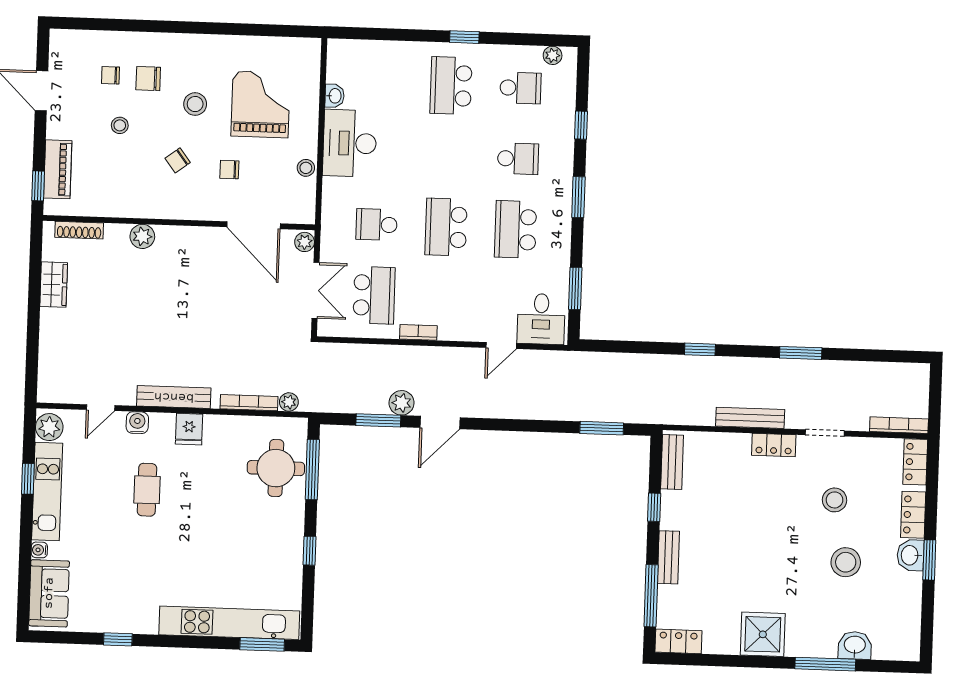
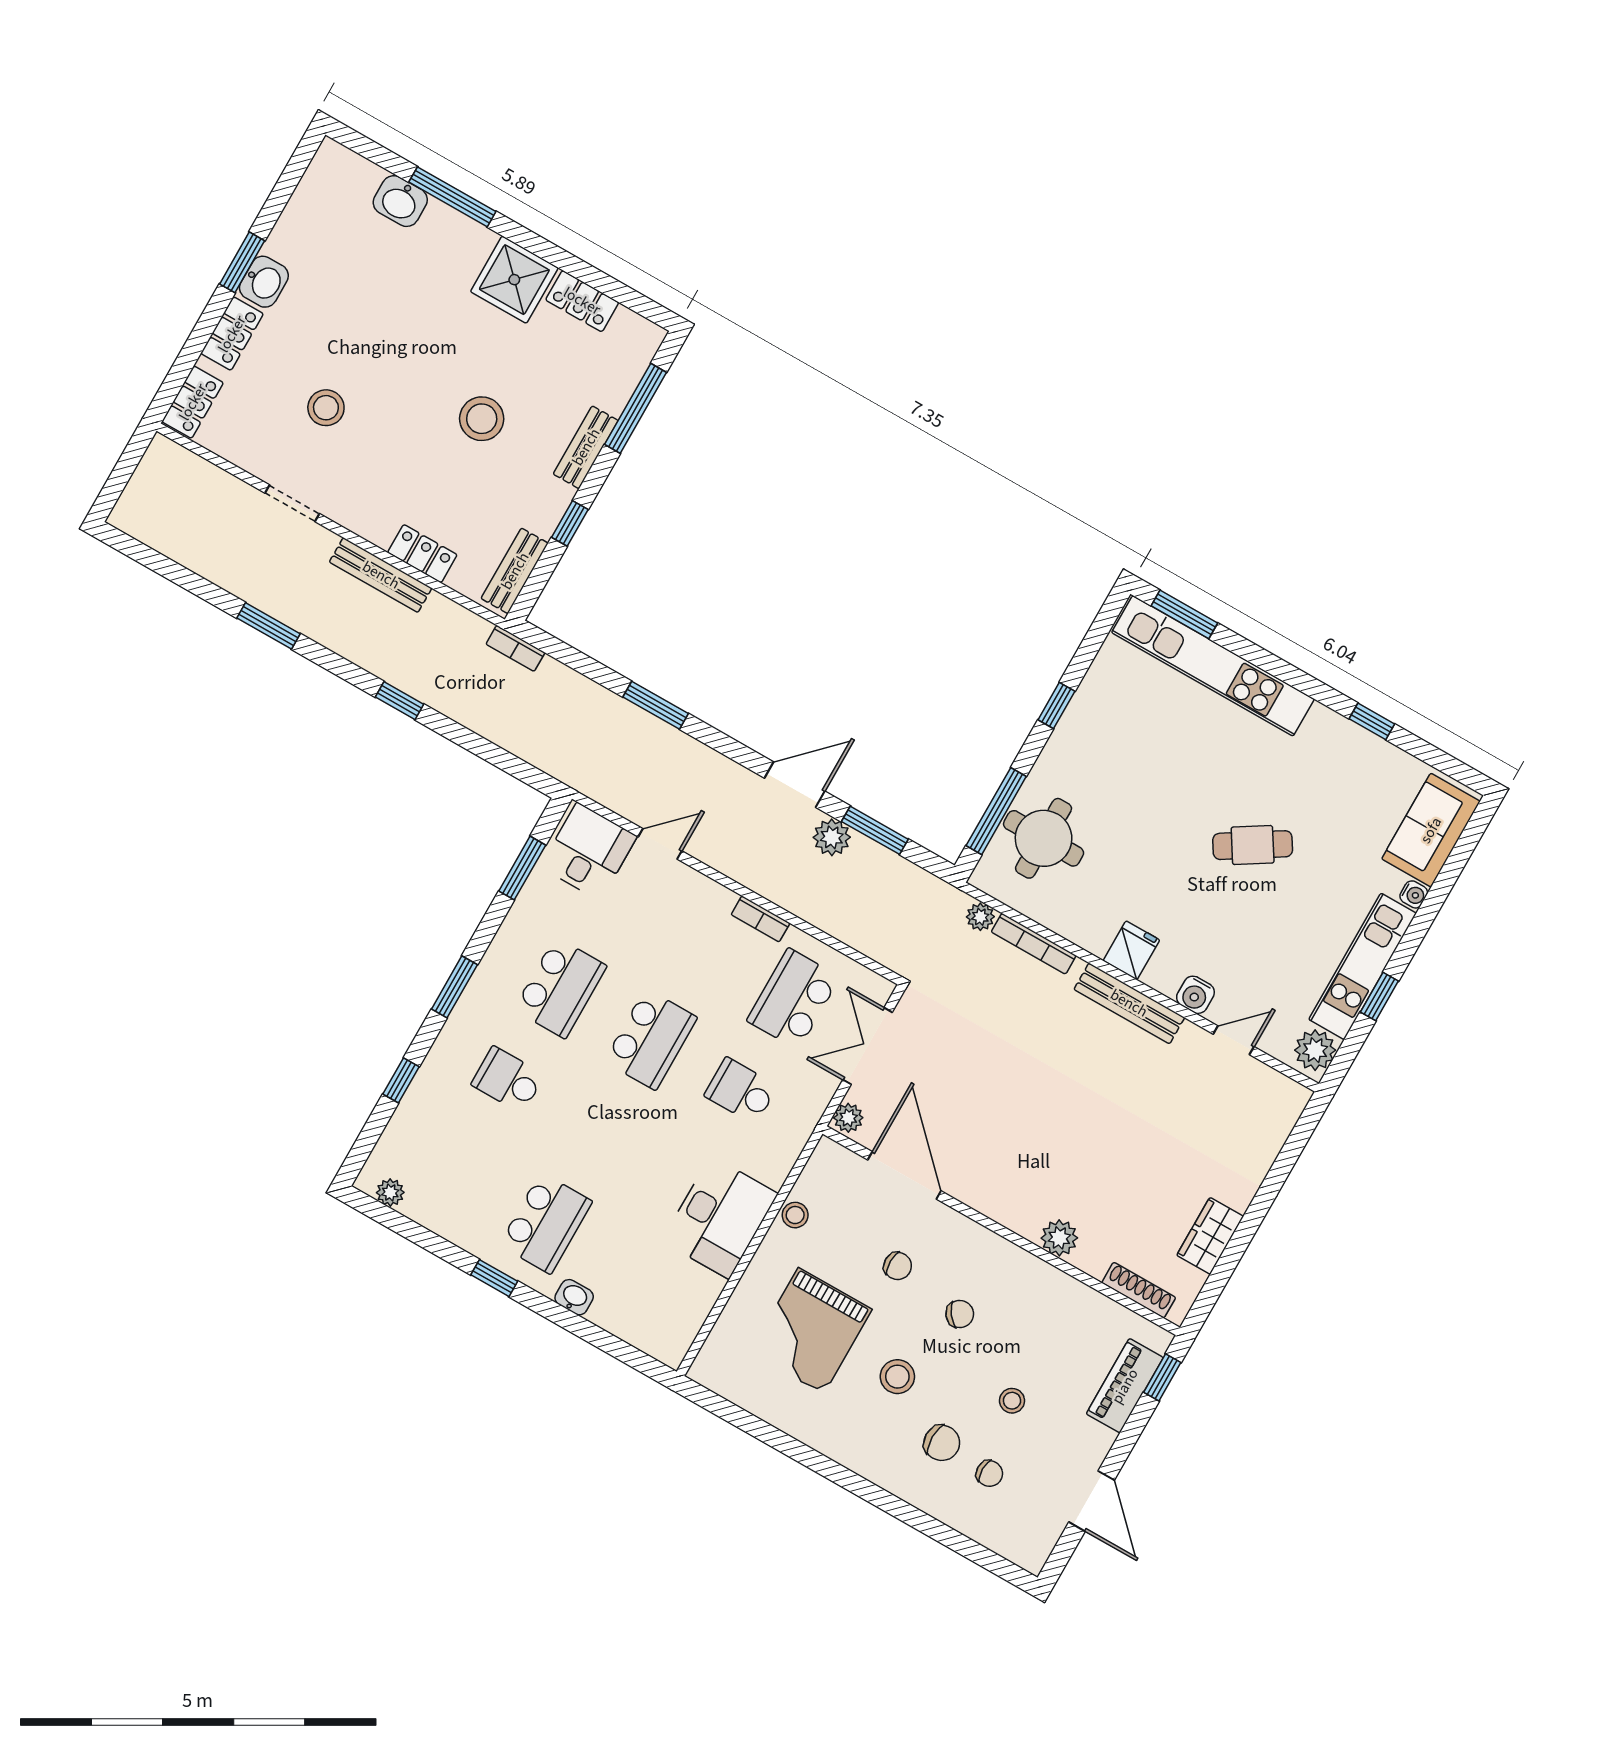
school desk: (520, 88) -> (455, 1172), removed
washbasin: (335, 96) -> (574, 1297), moved, turned 90
school desk: (377, 225) -> (741, 1091), turned 180
bookcase: (899, 425) -> (515, 648), moved, width x0.64
window: (602, 428) -> (656, 705), moved
locker: (774, 445) -> (422, 554), moved
cafe table: (147, 490) -> (1253, 845), moved, turned 58
stool: (846, 562) -> (482, 419), moved
locker: (678, 641) -> (582, 301), moved

